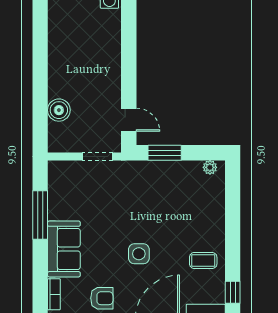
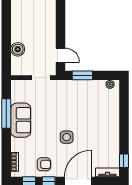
sofa: (64, 249) -> (21, 120), moved
coffee table: (203, 261) -> (106, 141), removed

